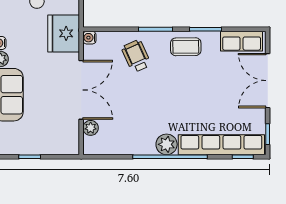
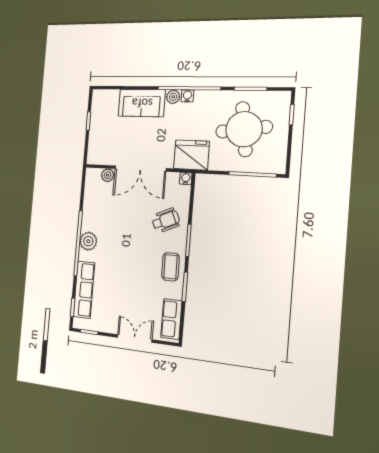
double door: (268, 81) -> (135, 338), width x0.73
row of seats: (221, 145) -> (84, 290), width x0.73

